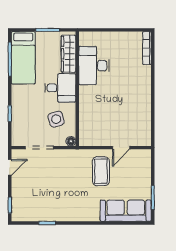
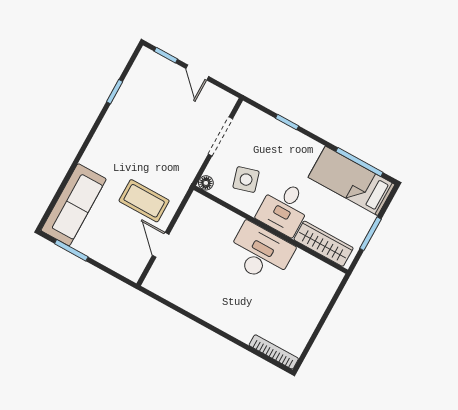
desk: (94, 66) -> (260, 253), moved
door: (10, 167) -> (197, 72), moved

